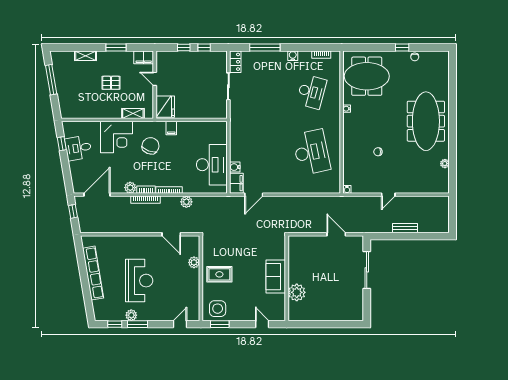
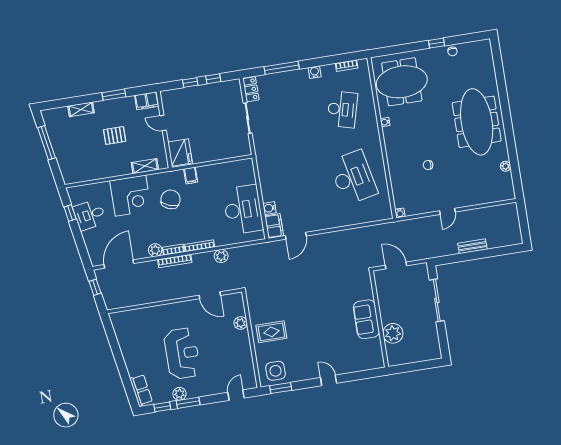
row of seats: (93, 273) -> (141, 390), moved, width x0.50
sofa: (276, 277) -> (366, 319), moved
wall: (287, 278) -> (379, 319), moved
plant: (297, 292) -> (393, 333), moved

